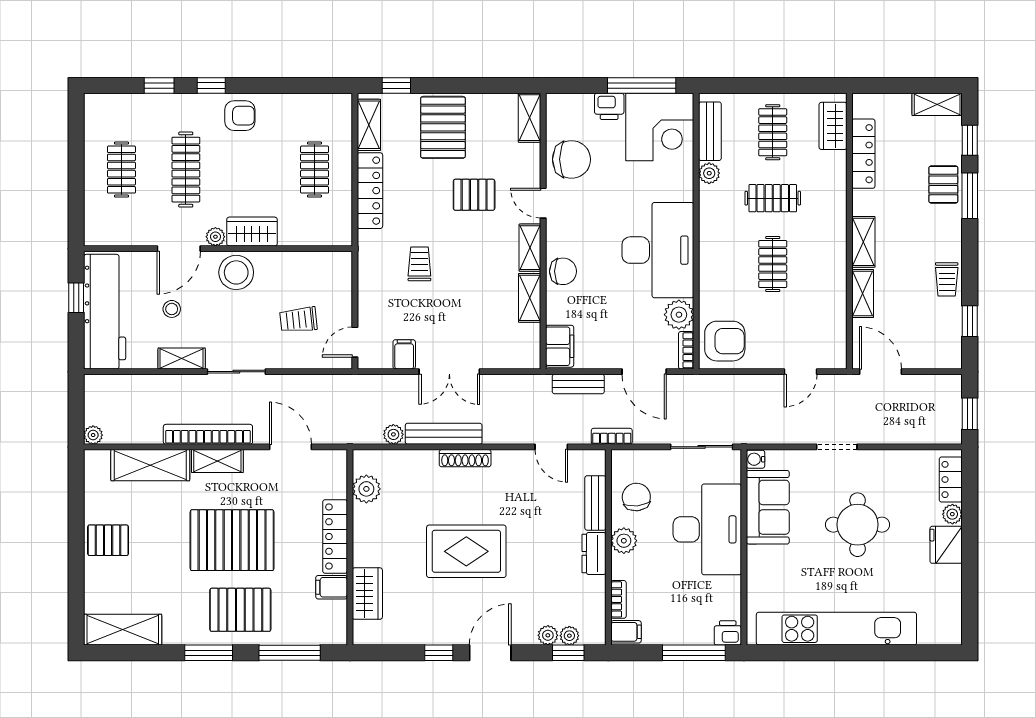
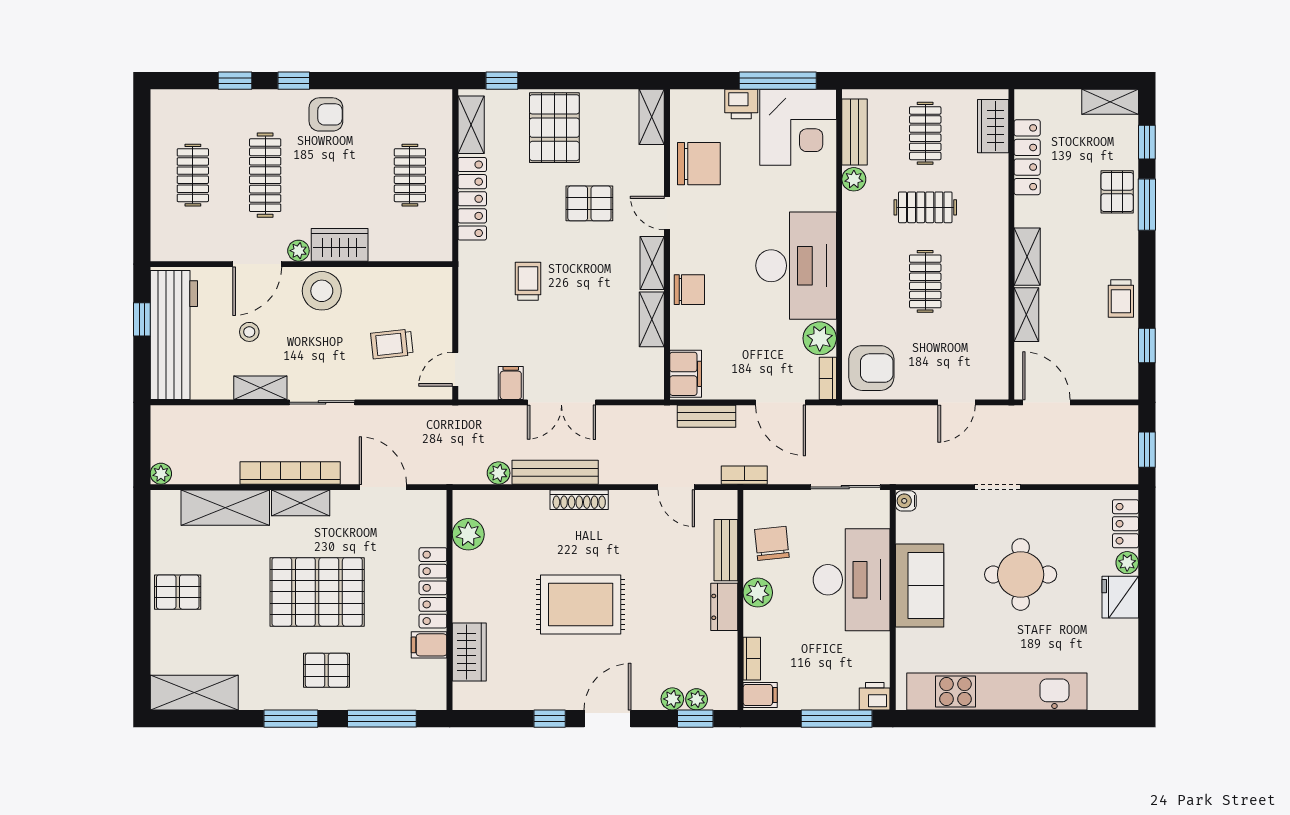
sofa: (768, 507) -> (920, 586), moved
pallet: (240, 610) -> (326, 670), width x0.67, depth x0.71

